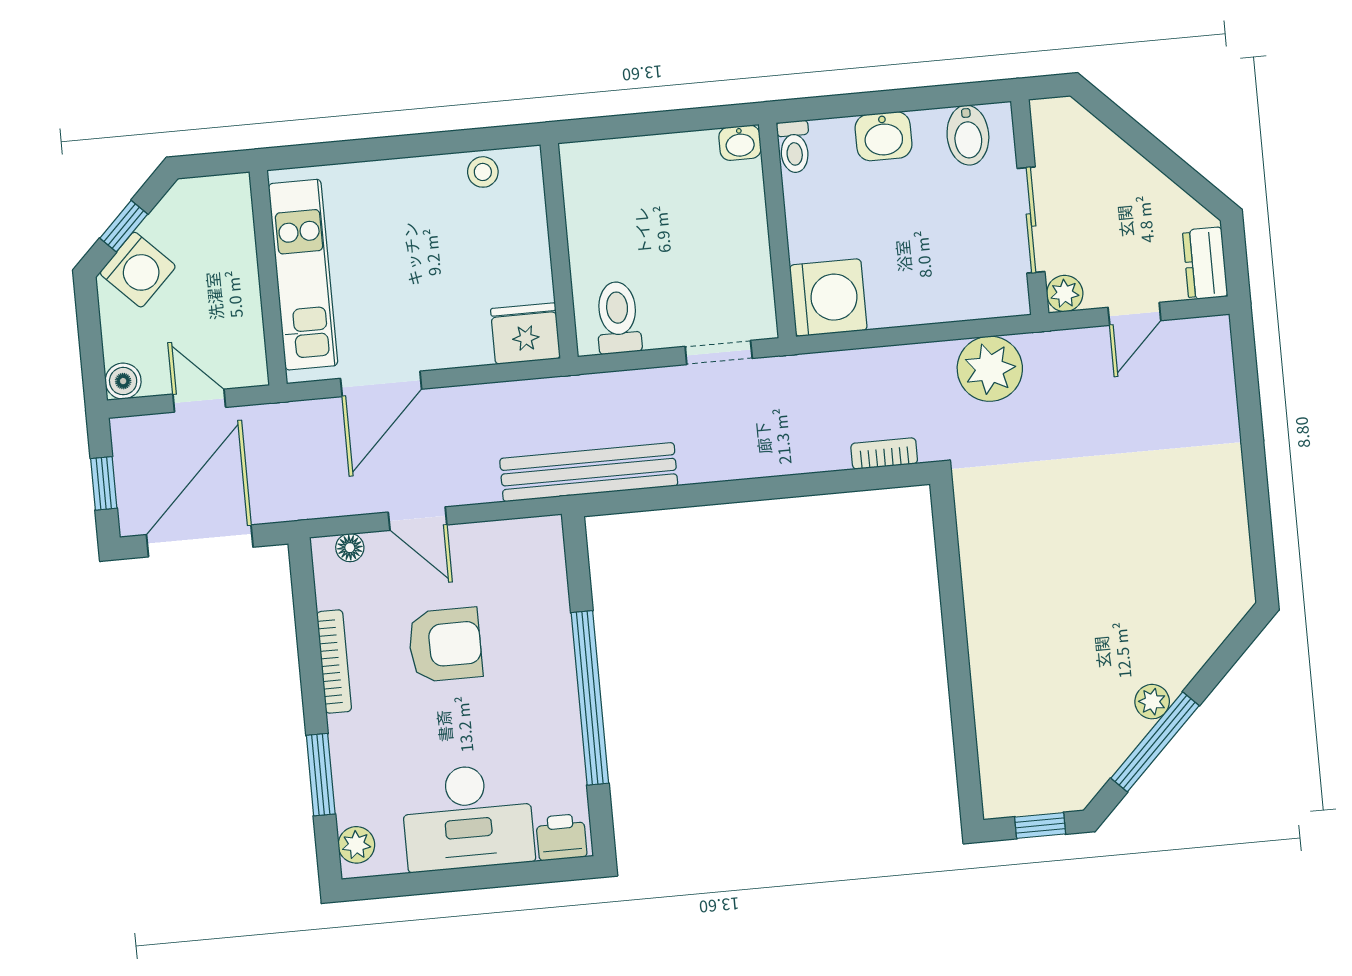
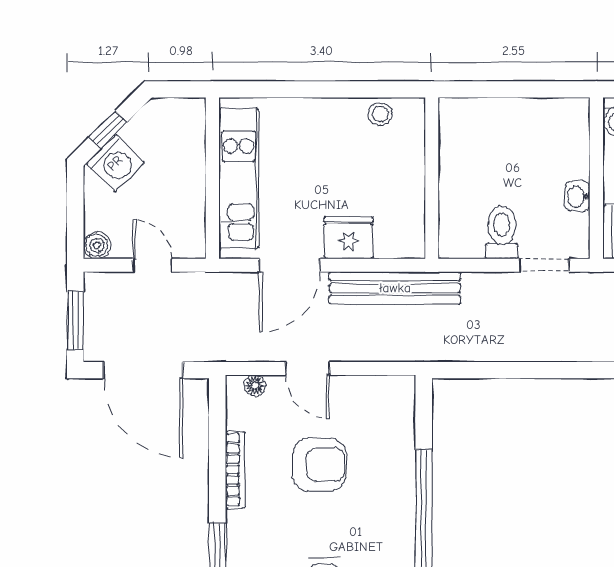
washbasin: (740, 143) -> (577, 197), moved, turned 90
toilet: (618, 318) -> (502, 232), moved
fridge: (525, 334) -> (349, 238), moved
bench: (589, 472) -> (395, 288), moved
window: (104, 483) -> (75, 320), width x1.50
door: (200, 541) -> (143, 370), swing flipped

